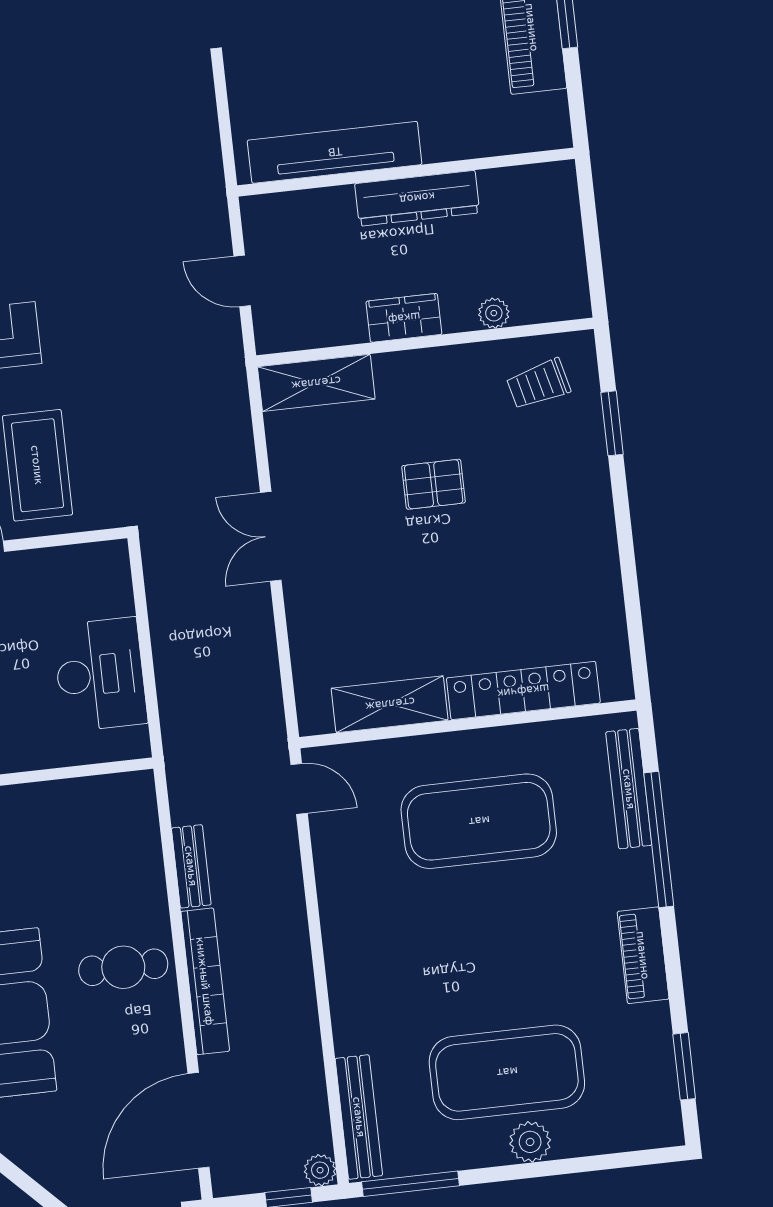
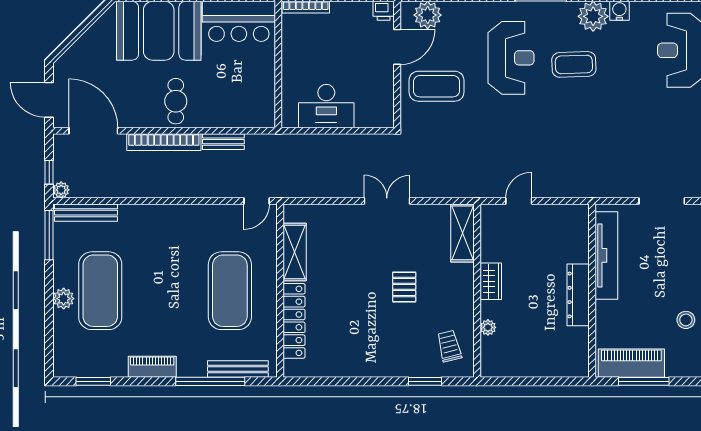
tv unit: (335, 152) -> (606, 255), moved
wall: (406, 172) -> (592, 291), moved
dresser: (417, 198) -> (578, 295), moved

